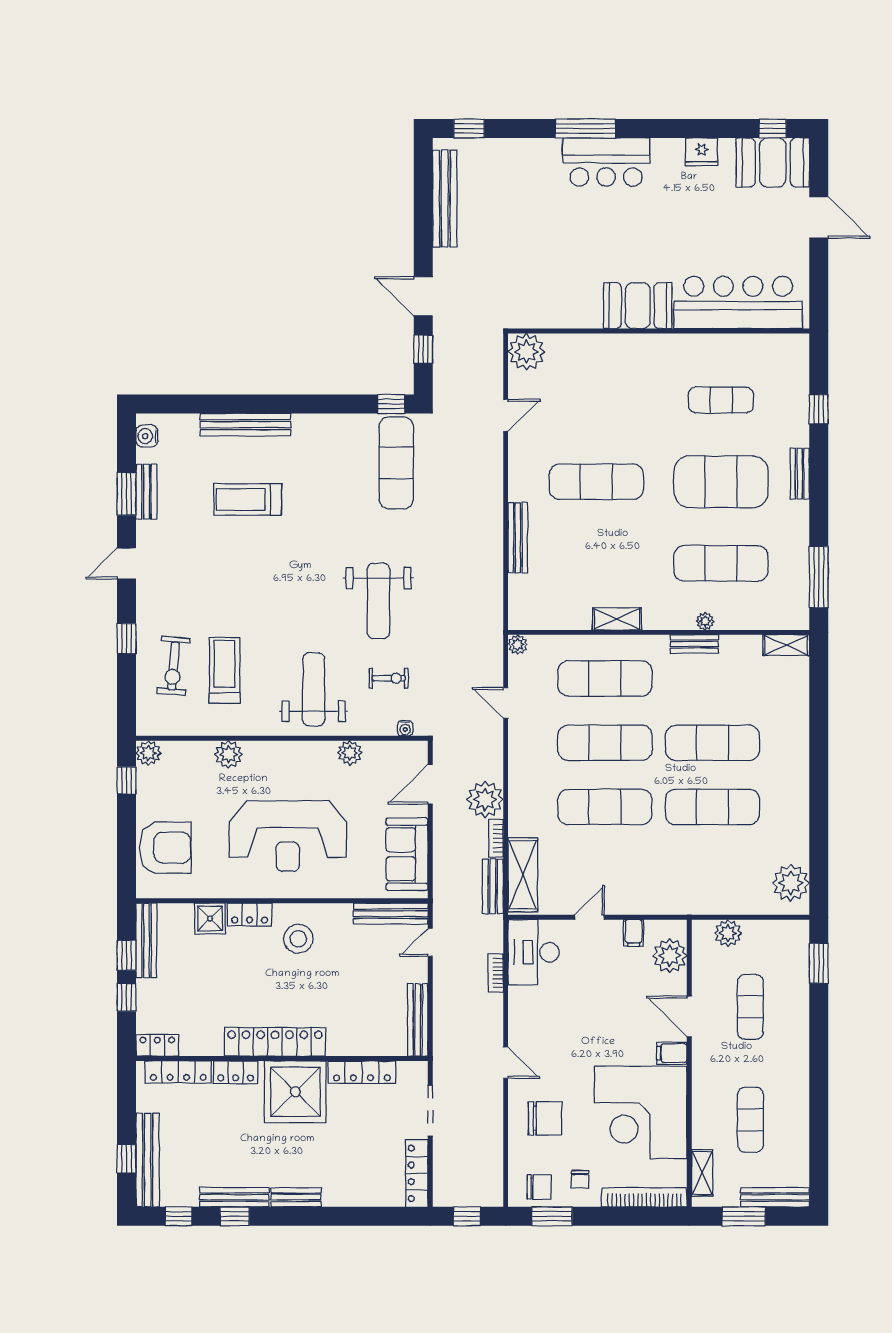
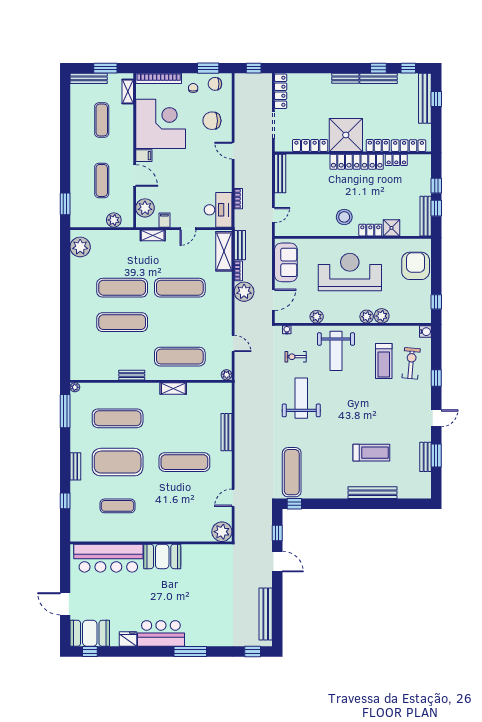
bar counter: (606, 162) -> (161, 633), moved
water cooler: (147, 436) -> (425, 332), moved
plant: (705, 621) -> (75, 387), moved
shelving: (786, 645) -> (153, 235), moved
exercise mat: (605, 743) -> (180, 322), removed
plant: (148, 753) -> (367, 317), moved
armchair: (165, 848) -> (416, 266), turned 90
bench: (391, 914) -> (295, 230), removed
locker: (157, 1045) -> (396, 160), moved

